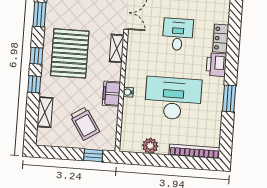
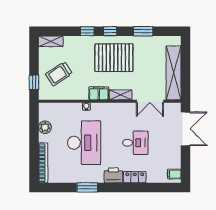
filing cabinet: (111, 94) -> (99, 93), moved
shelving: (45, 112) -> (51, 41), moved

